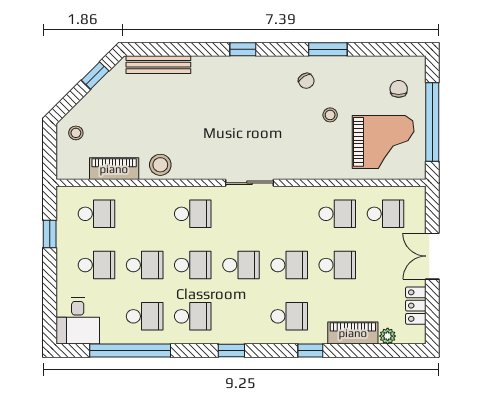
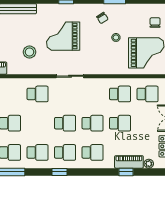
grand piano: (238, 112) -> (63, 36), added
stool: (160, 165) -> (29, 52), moved
school desk: (193, 265) -> (65, 152), moved
window: (310, 351) -> (126, 172), moved

